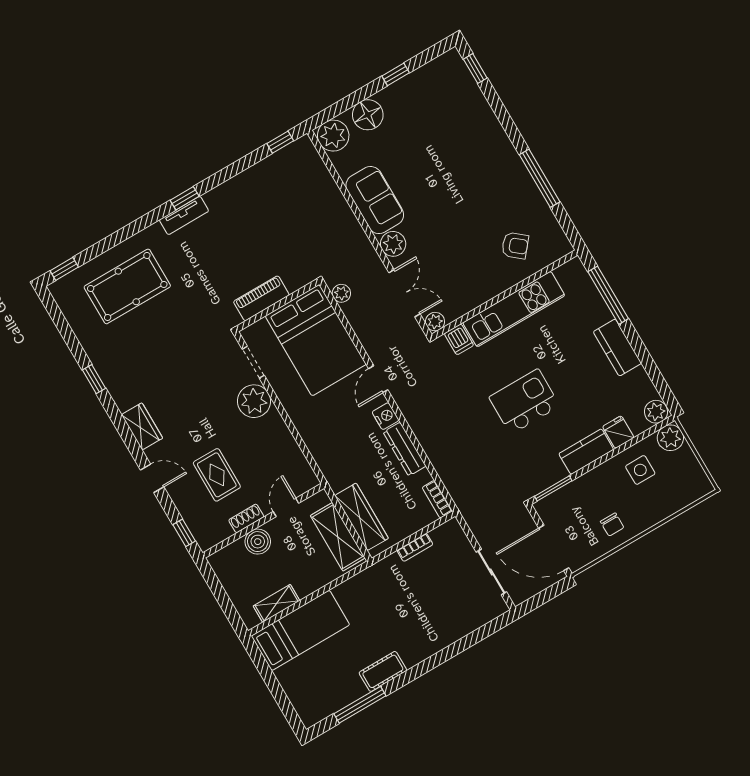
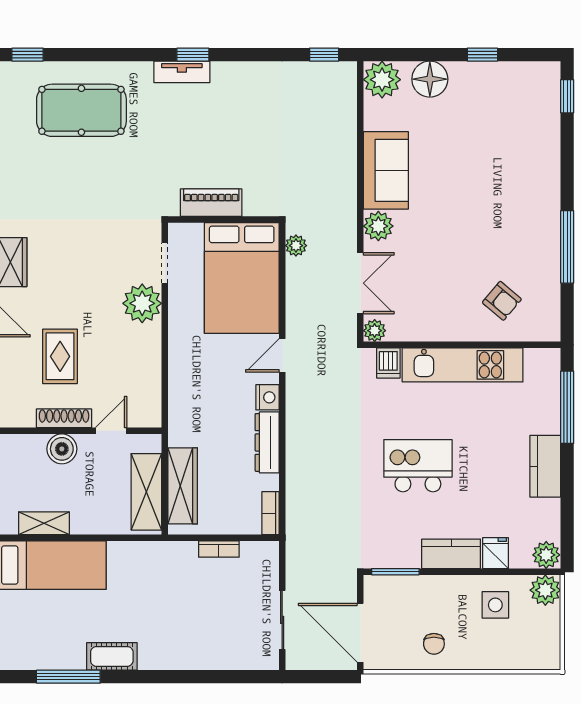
shoe rack: (246, 518) -> (64, 418), width x1.43

